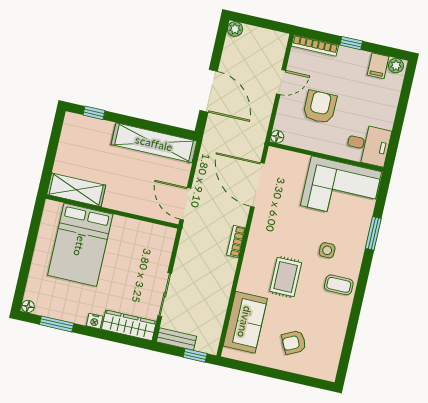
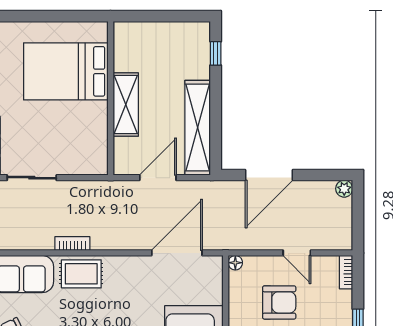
bookcase: (315, 46) -> (346, 272), width x0.64
shelving: (76, 190) -> (126, 105), moved
door: (185, 204) -> (158, 178), moved
bookcase: (236, 241) -> (72, 244), moved
rug: (286, 277) -> (81, 274), moved

